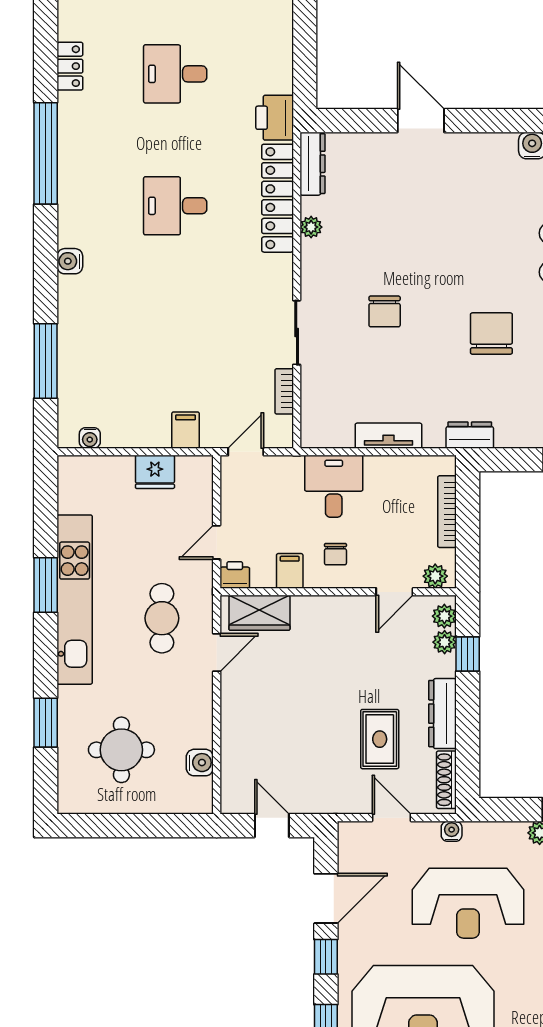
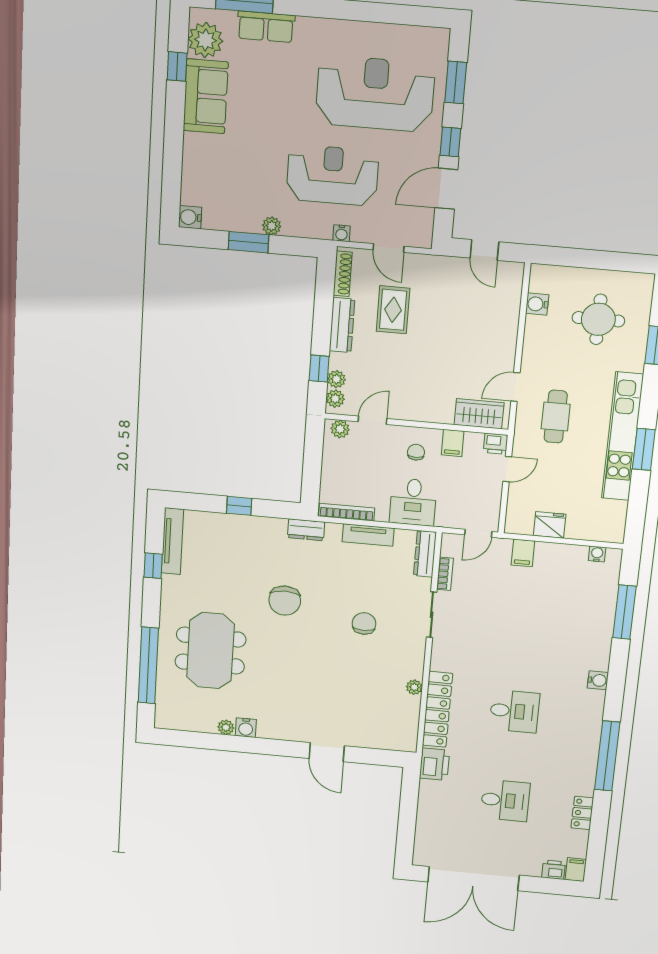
dresser: (312, 164) -> (425, 554), moved
bookcase: (447, 512) -> (347, 512), moved, turned -90

